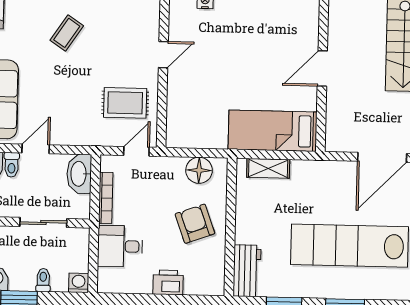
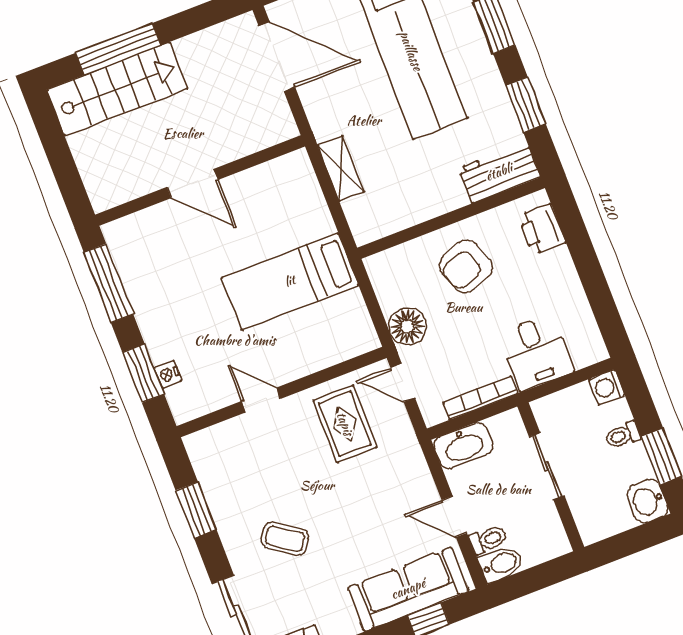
bed: (273, 131) -> (290, 281), moved, turned 90
shelving: (268, 168) -> (341, 168), moved
floor lamp: (199, 170) -> (407, 326), moved
printer: (168, 282) -> (542, 229), moved

